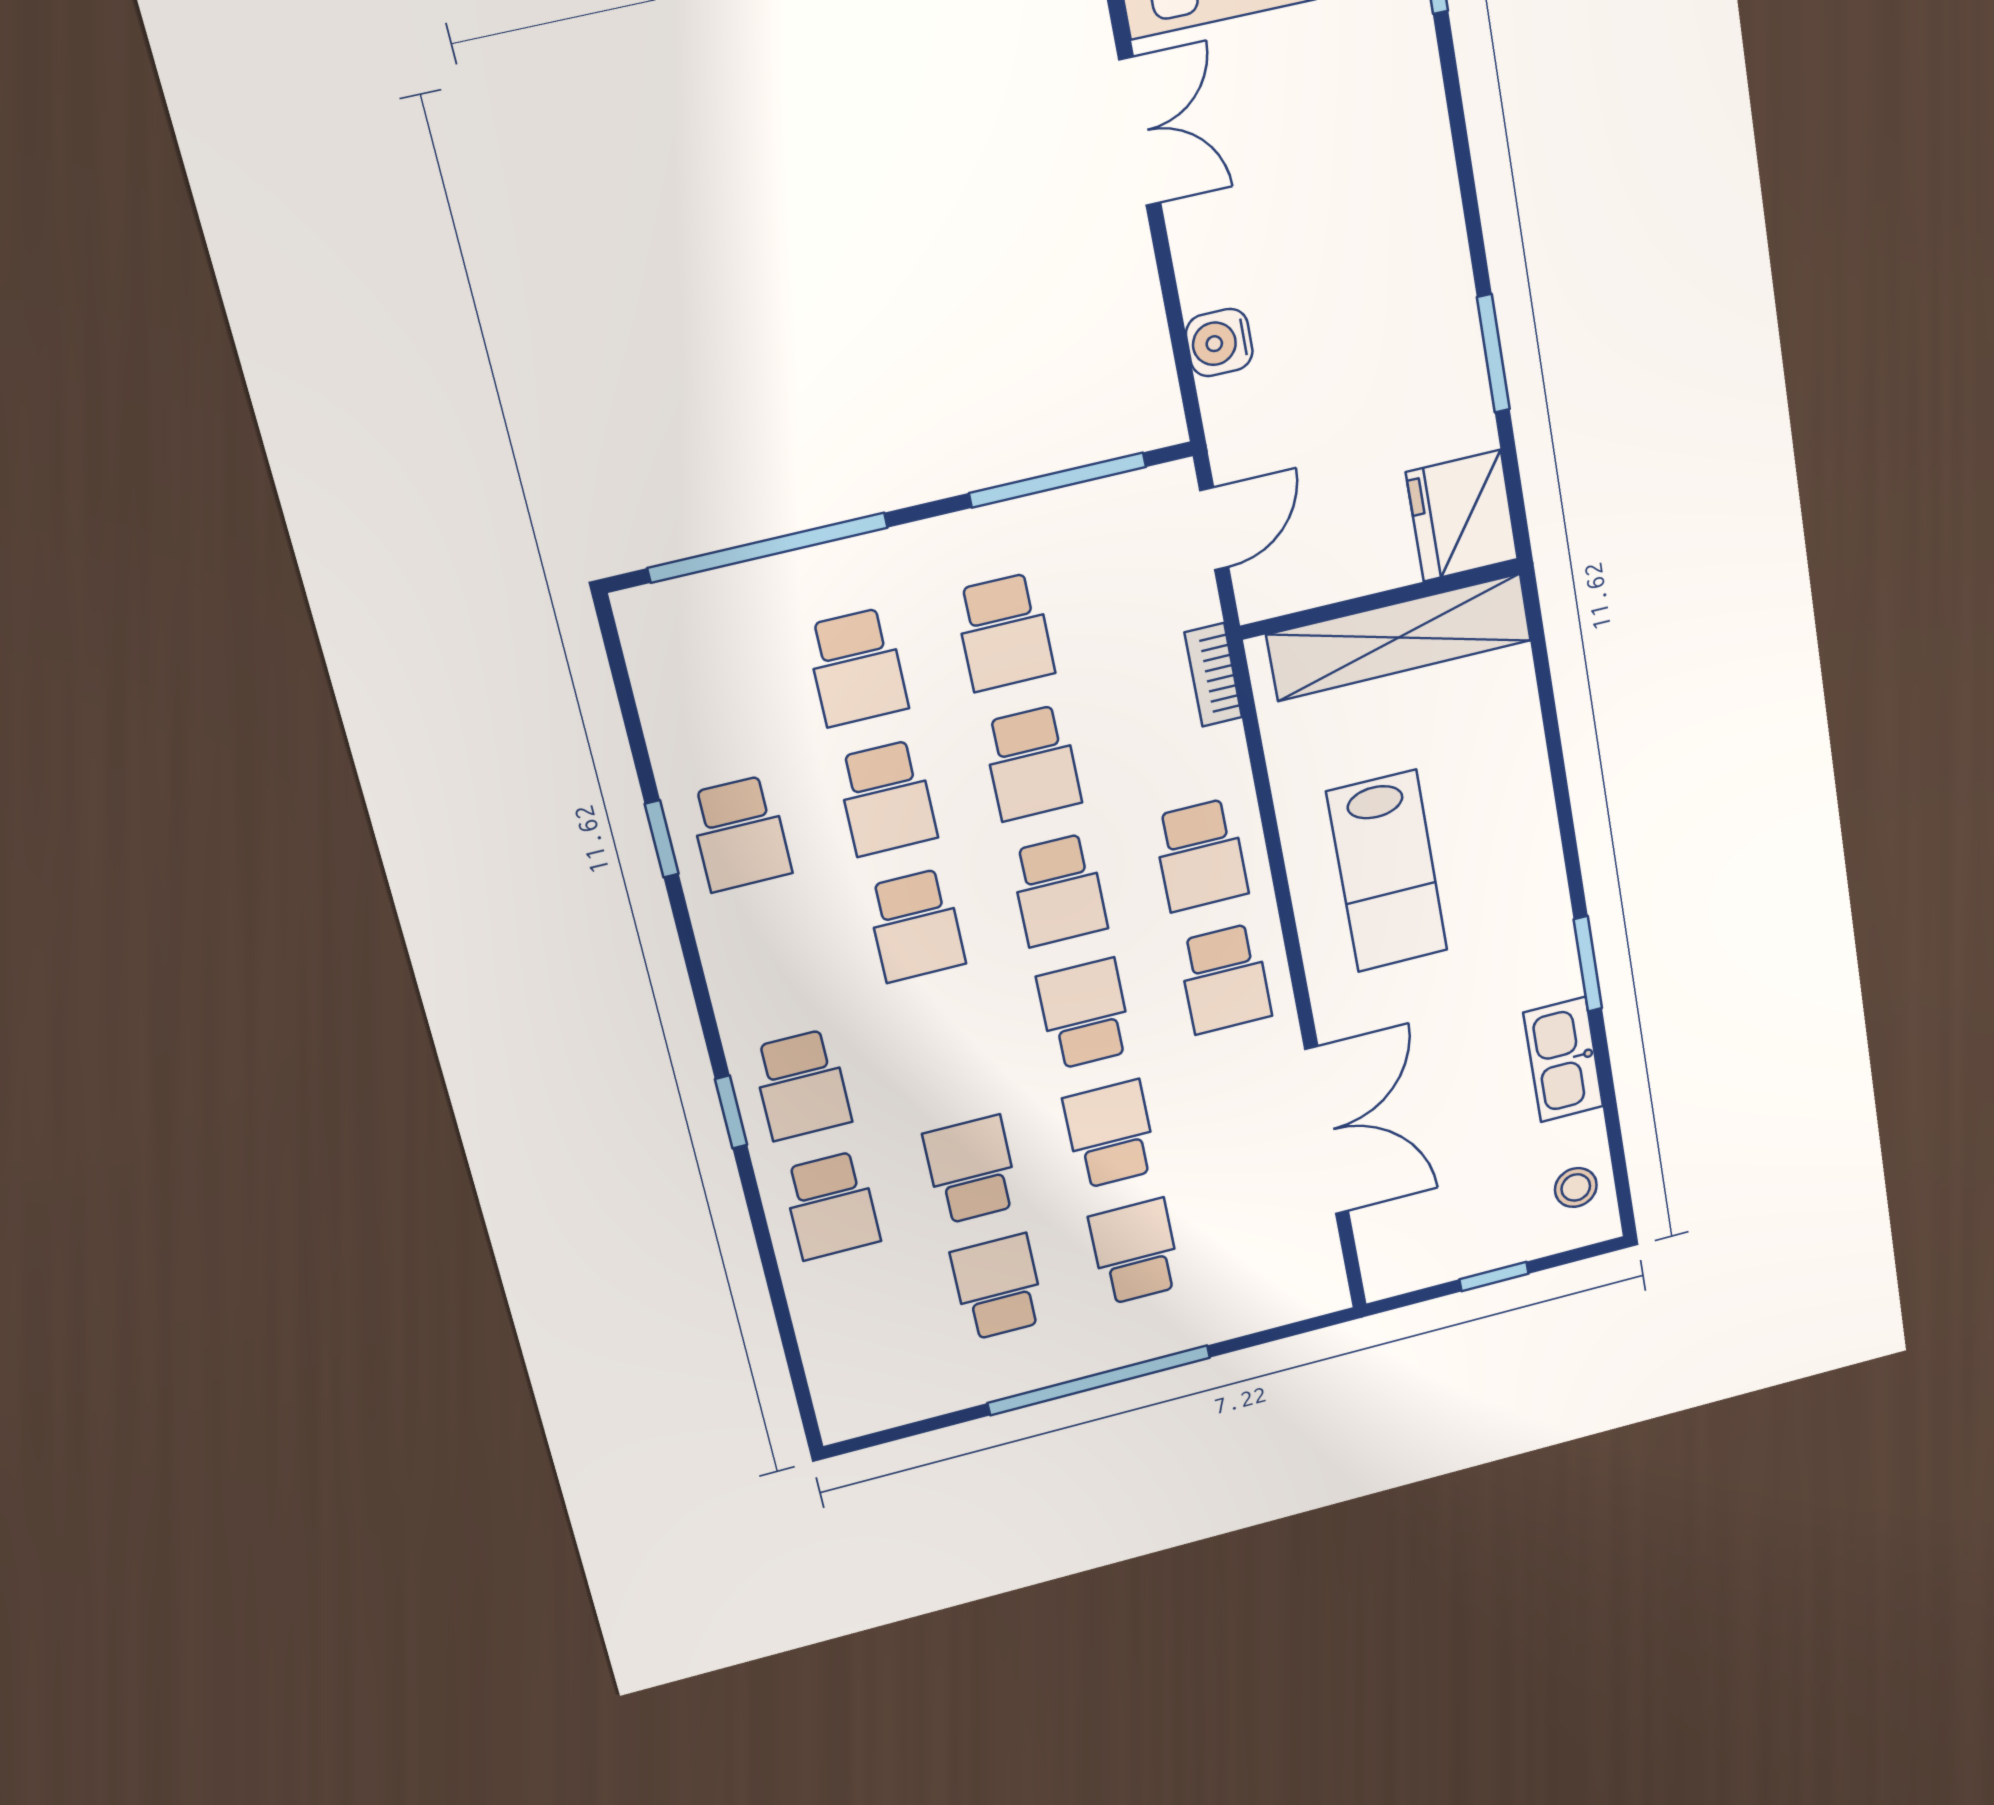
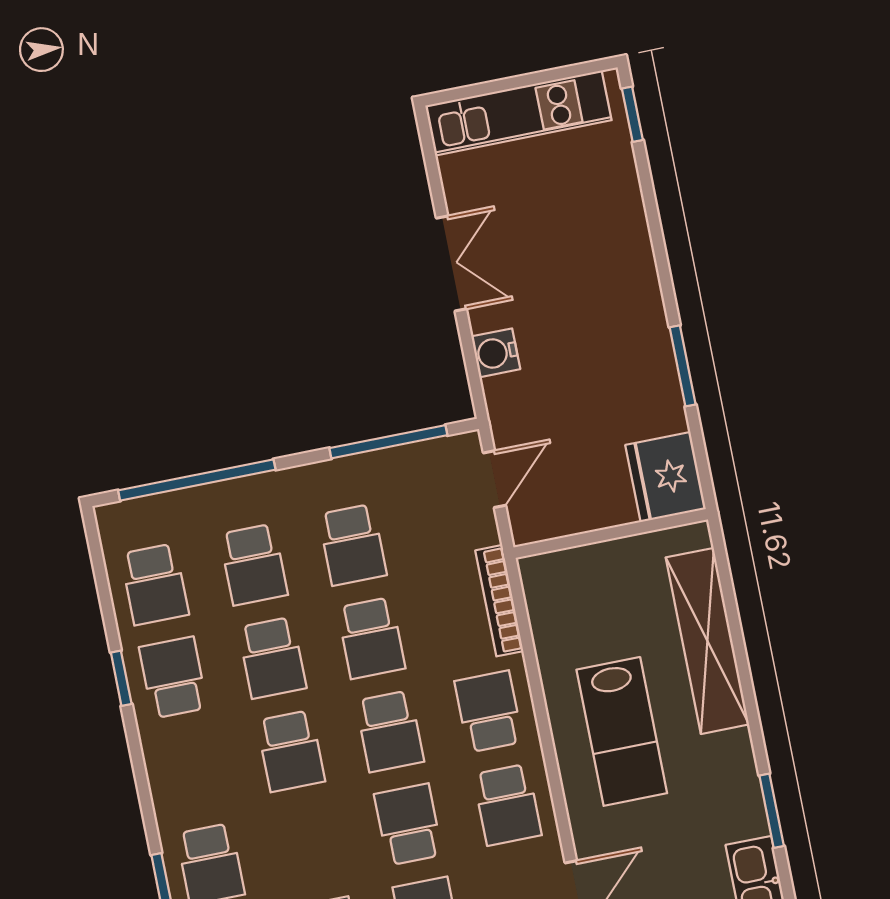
double door: (1140, 131) -> (451, 263), moved
shelving: (1399, 637) -> (707, 641), moved, turned 90
bookcase: (1213, 675) -> (499, 601), width x1.56
school desk: (708, 703) -> (155, 584), added
school desk: (740, 834) -> (173, 678), turned 180
school desk: (1201, 855) -> (489, 711), turned 180

